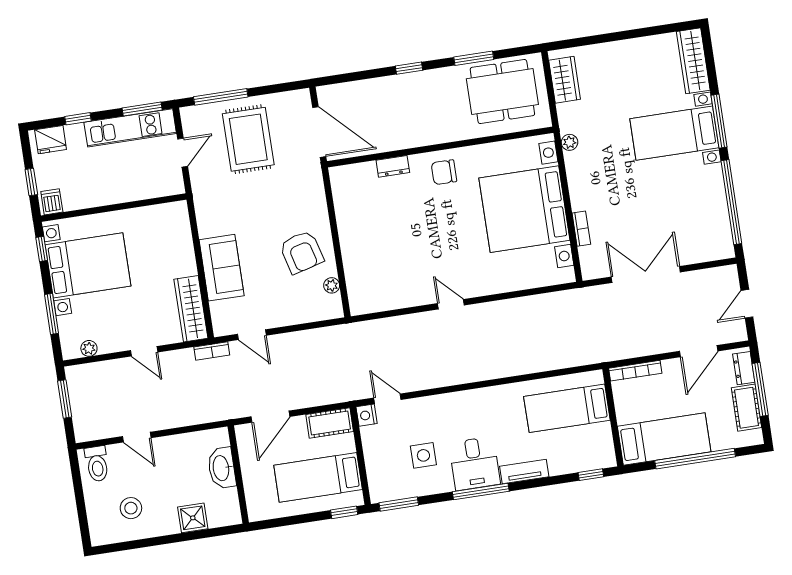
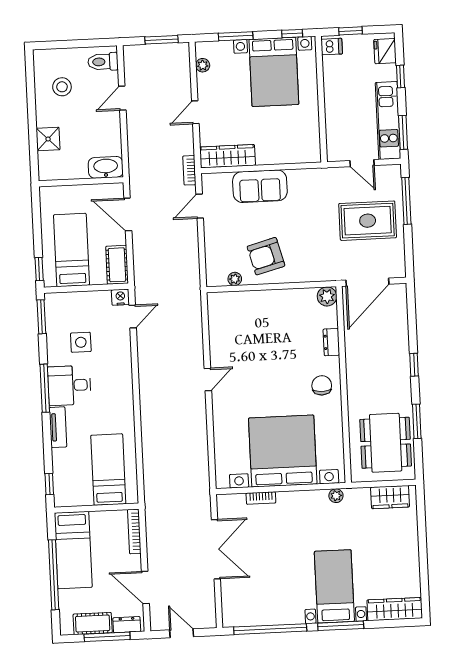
plant: (341, 177) -> (327, 296), added
washbasin: (222, 468) -> (106, 167), moved

